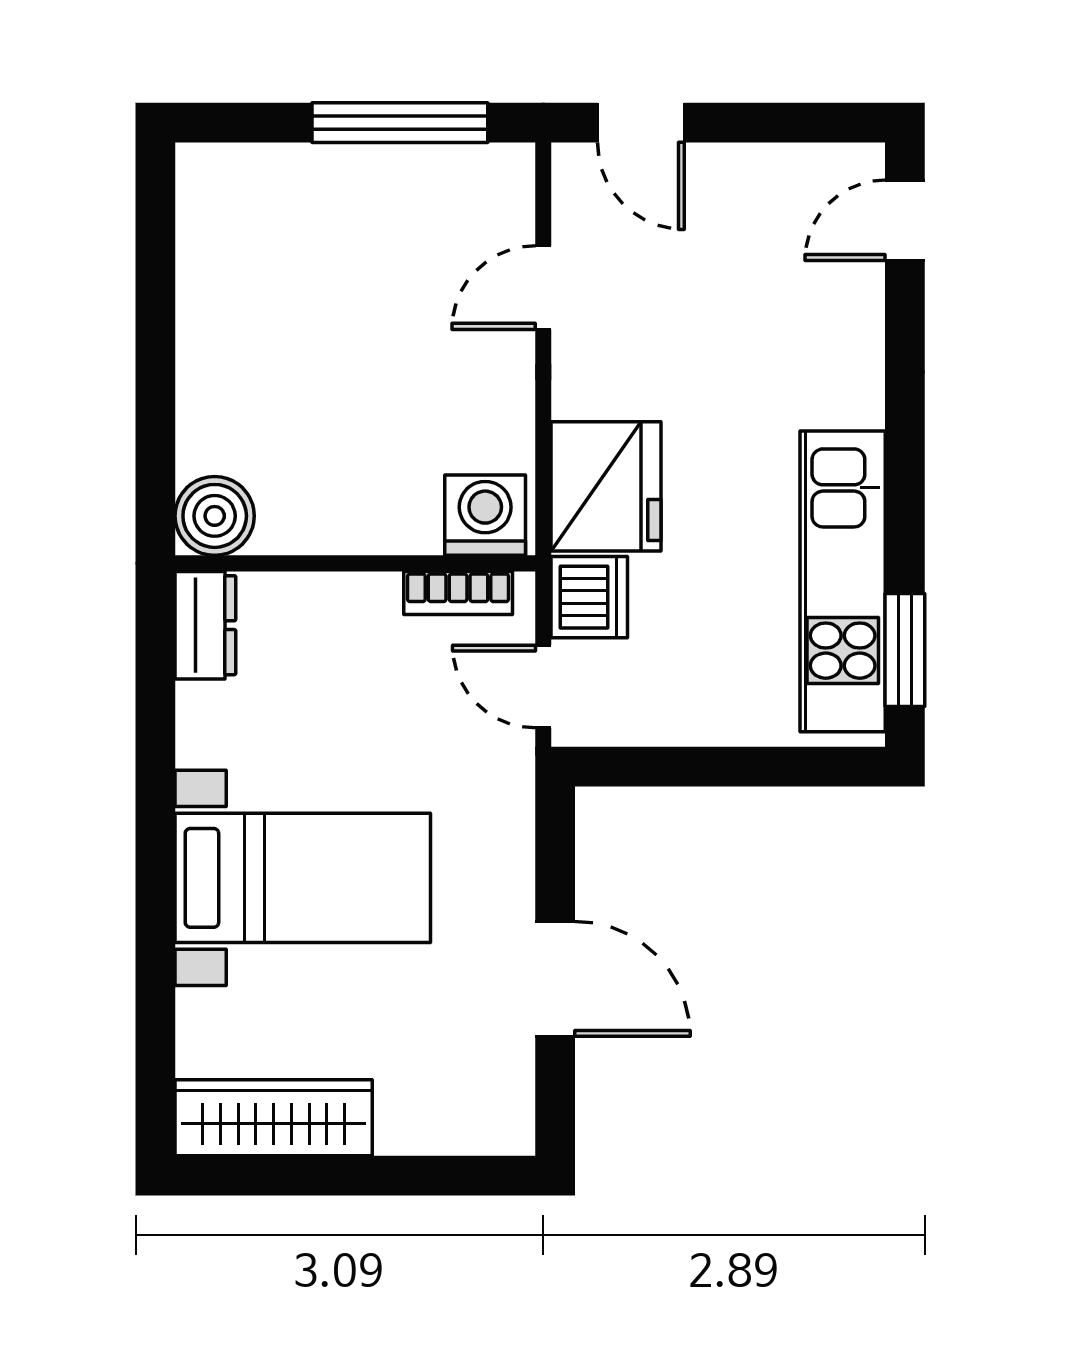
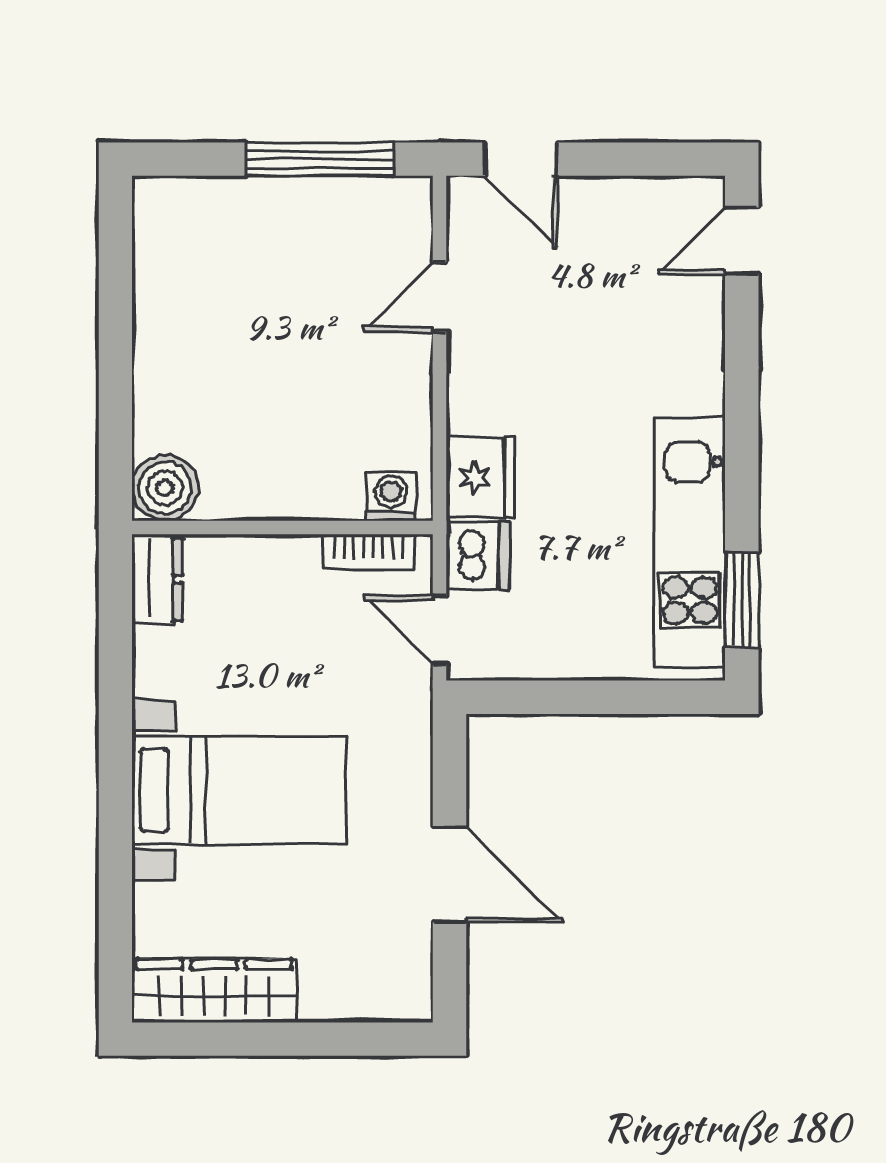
fridge: (606, 486) -> (480, 477), width x0.73, depth x0.75
washing machine: (485, 515) -> (391, 496), width x0.73, depth x0.73

